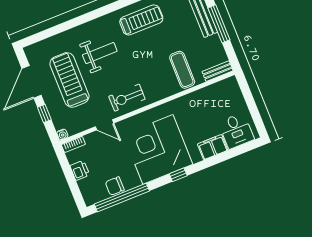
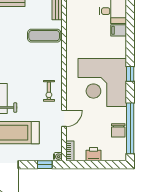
exercise bike: (127, 98) -> (49, 91), width x0.73, depth x0.72
window: (44, 114) -> (45, 165), moved
filing cabinet: (213, 147) -> (119, 30), width x0.50

